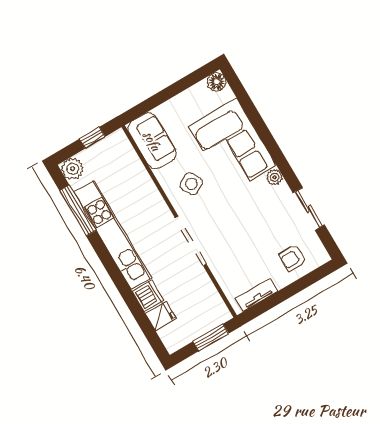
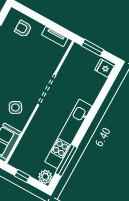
armchair: (293, 258) -> (23, 29), turned 180
dishwasher: (148, 296) -> (90, 95), removed
fridge: (161, 316) -> (104, 68), moved

